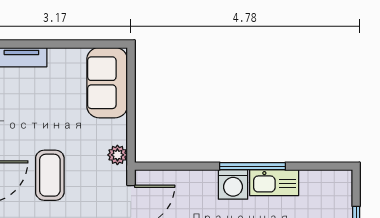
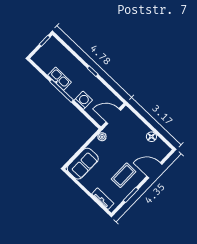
coffee table: (50, 175) -> (124, 175), moved
washing machine: (233, 184) -> (83, 100), moved

